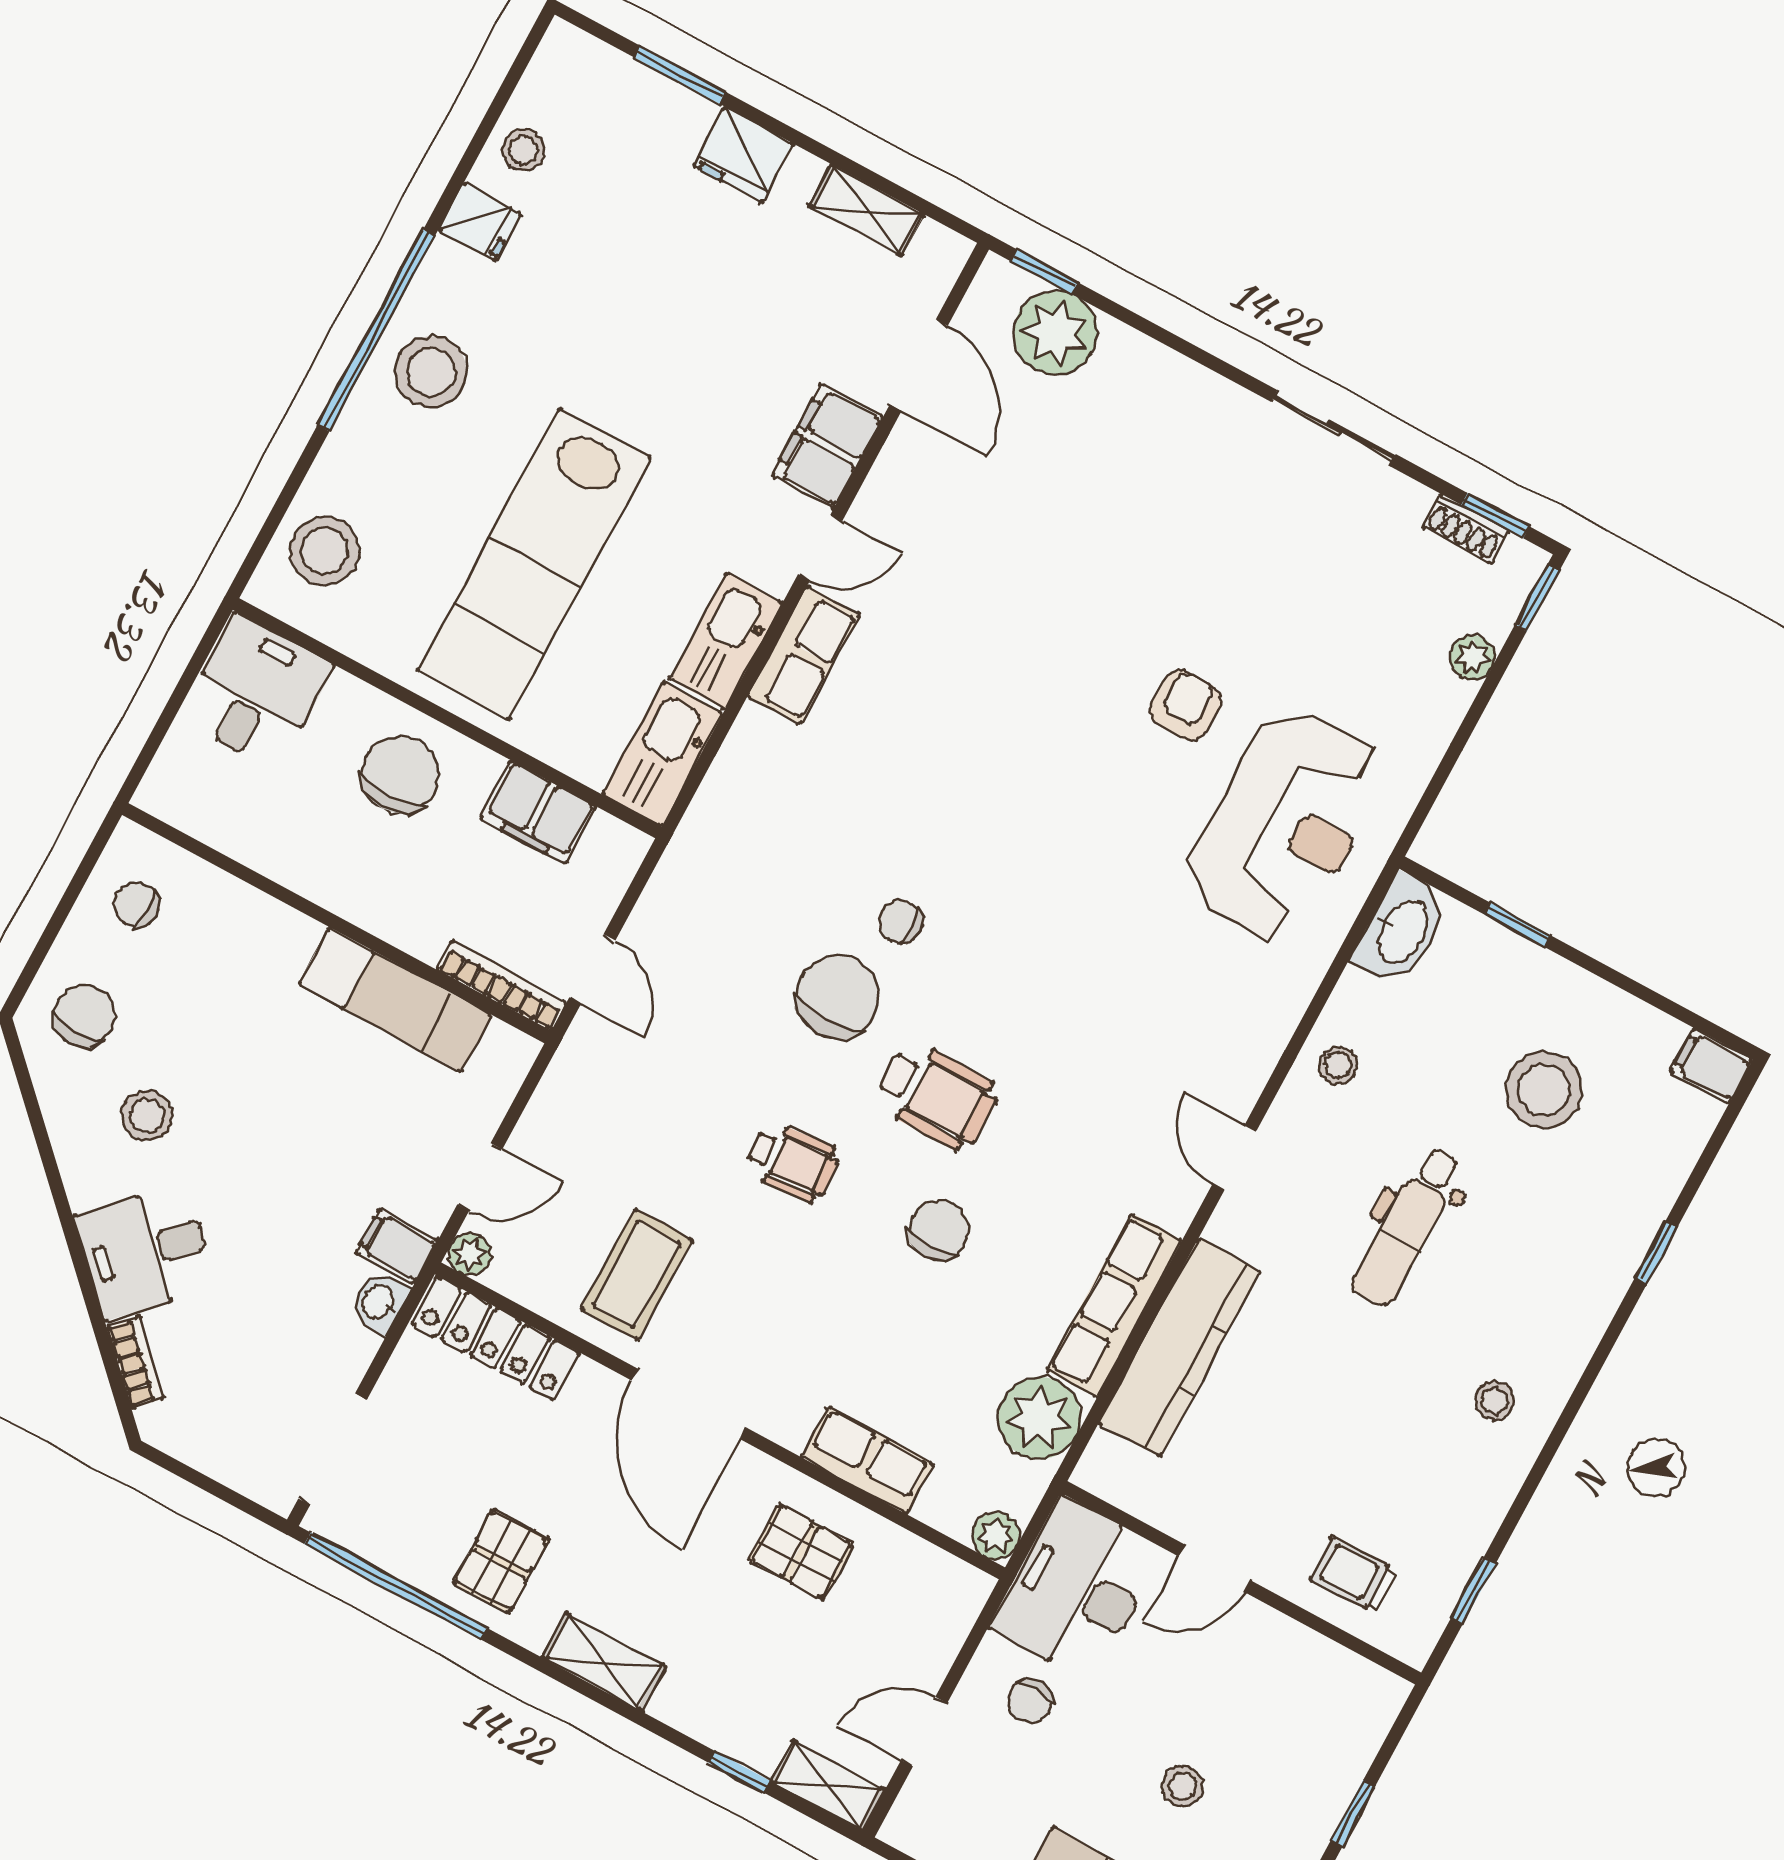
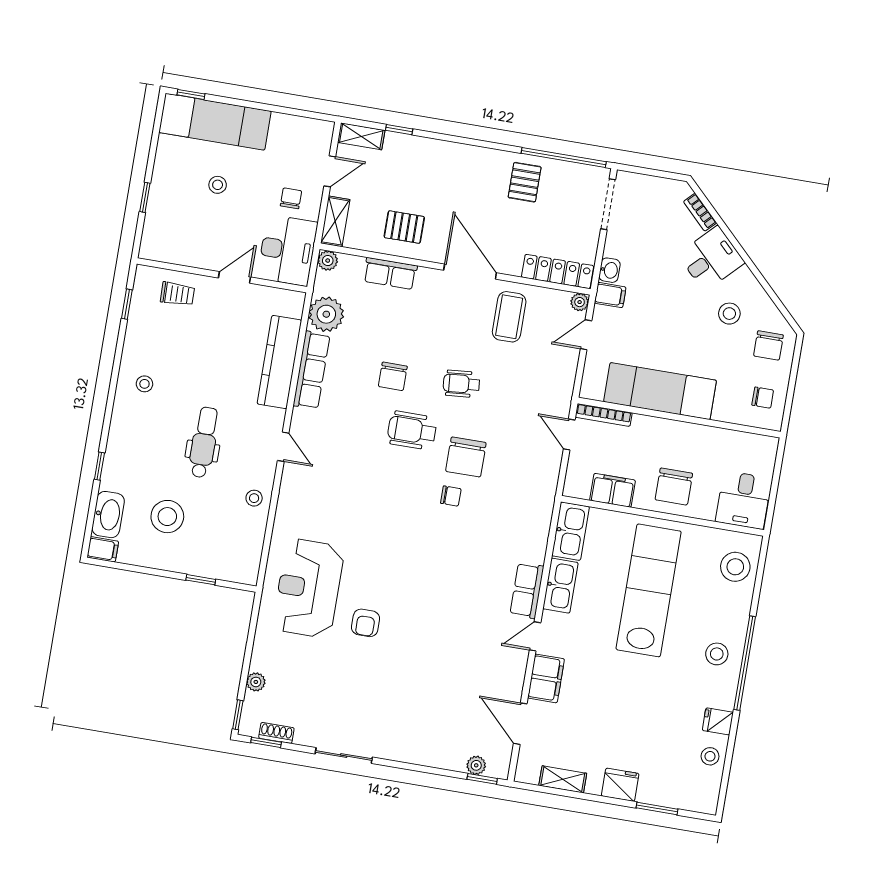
plant: (1055, 333) -> (476, 765), width x0.53, depth x0.53
stool: (431, 372) -> (717, 654), width x0.73, depth x0.73
washbasin: (1402, 930) -> (108, 515), moved, turned 180
exam couch: (395, 999) -> (660, 391), width x1.36, depth x1.45
shelving: (604, 1662) -> (335, 221), moved, turned 90

